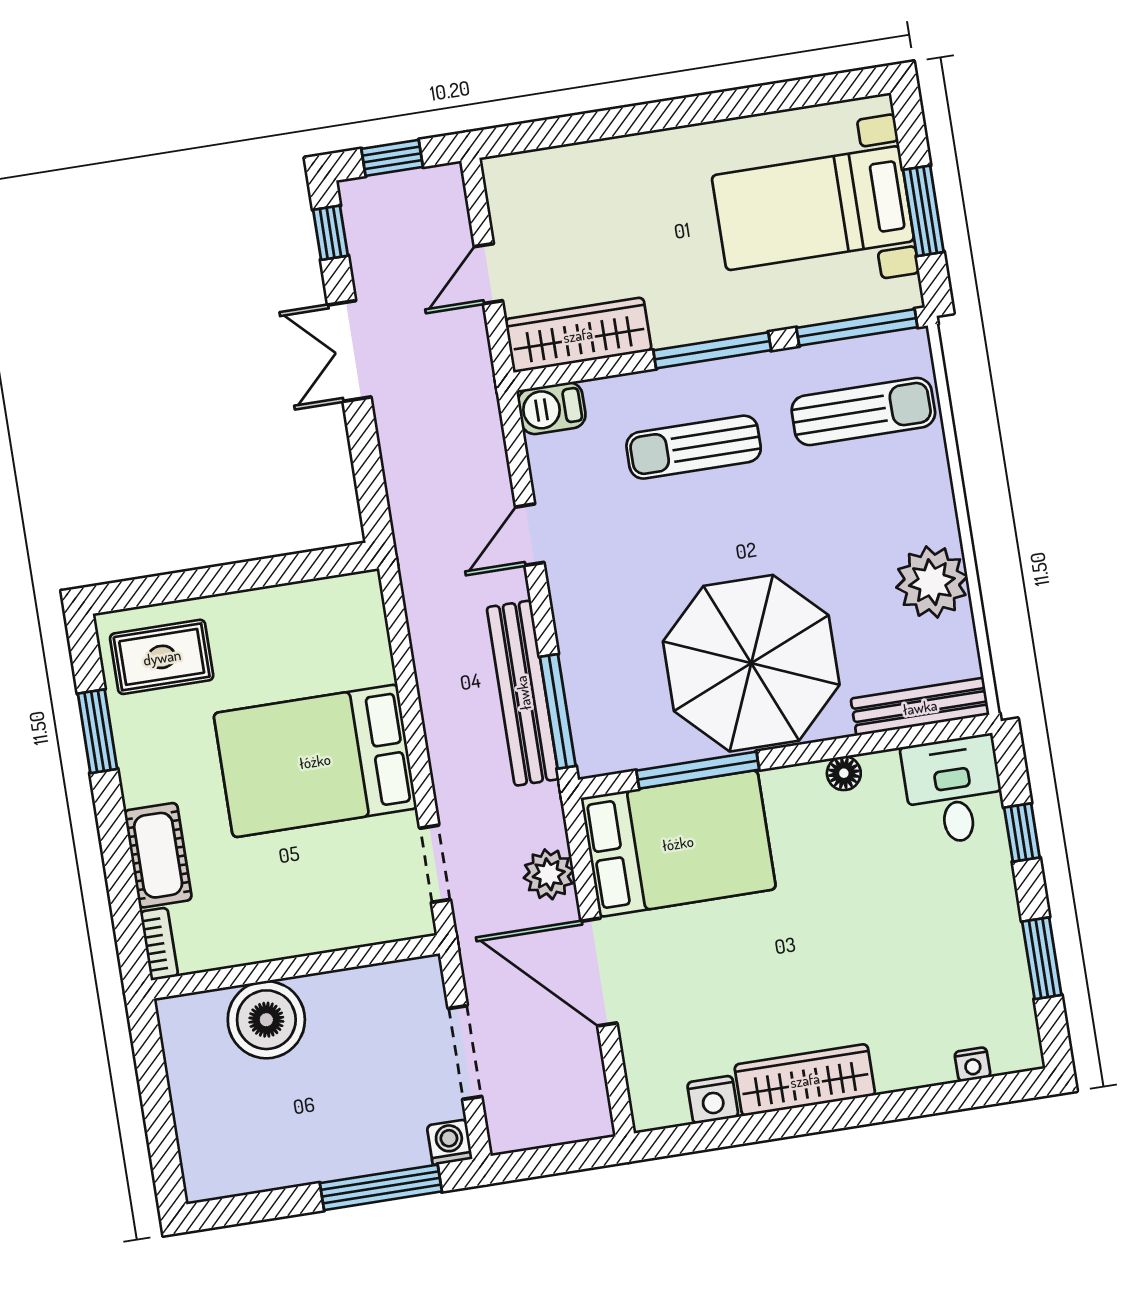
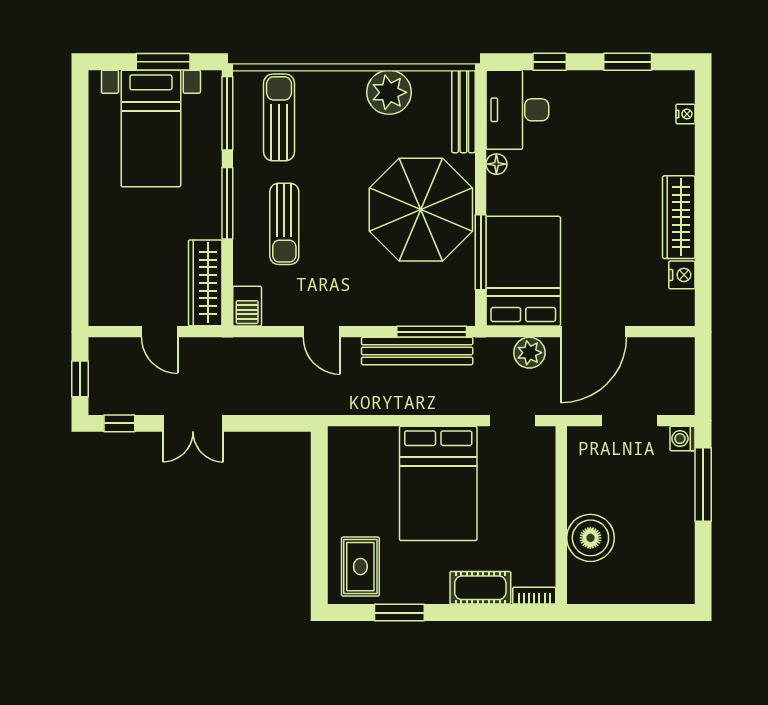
desk: (954, 790) -> (517, 110), width x1.37

